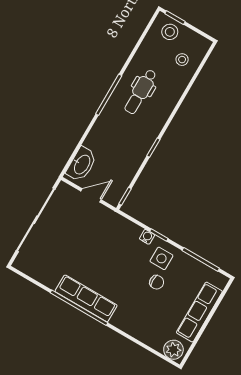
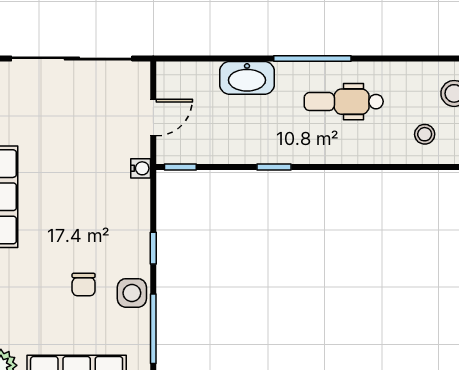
washbasin: (82, 164) -> (247, 78), moved
door: (91, 195) -> (153, 118), hinge flipped
water cooler: (147, 237) -> (141, 168), moved
side table: (161, 258) -> (132, 293), moved

